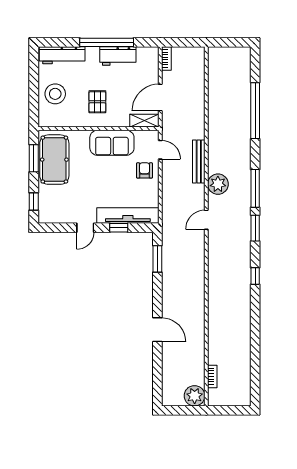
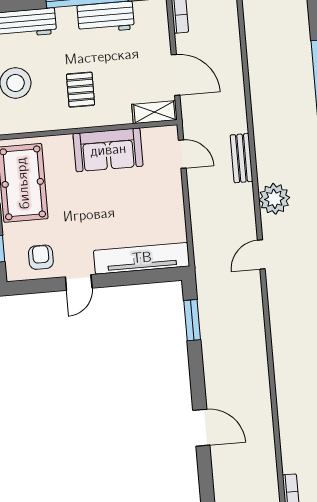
door: (160, 98) -> (175, 75), swing flipped
bench: (199, 161) -> (241, 158), width x0.73
armchair: (144, 170) -> (41, 257), moved
window: (119, 228) -> (129, 278), removed

